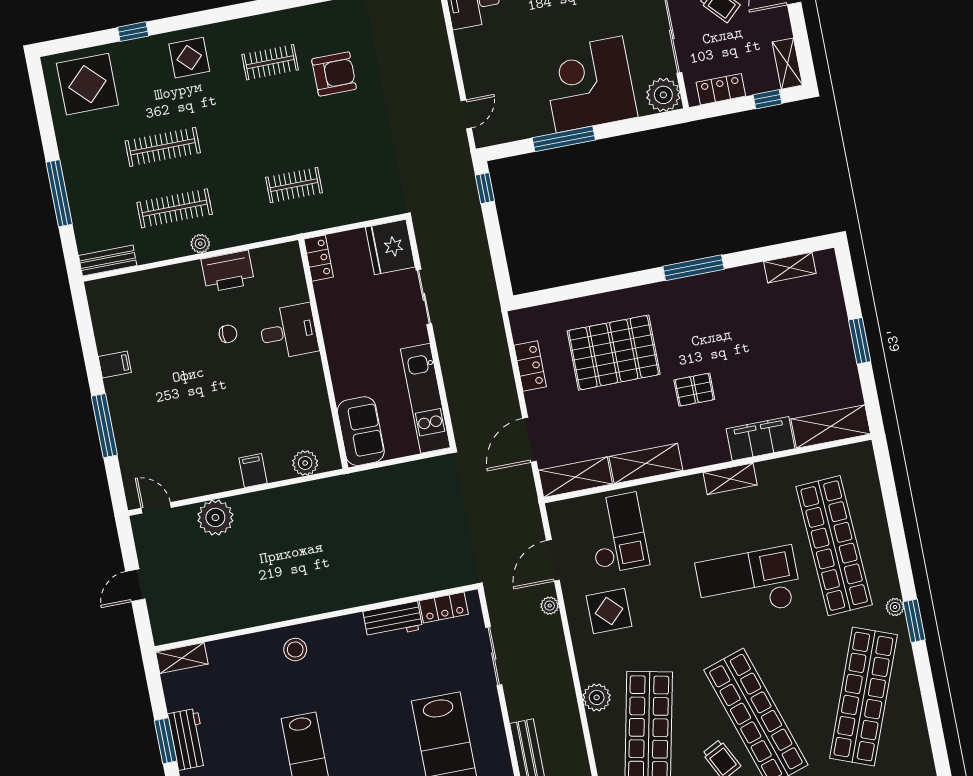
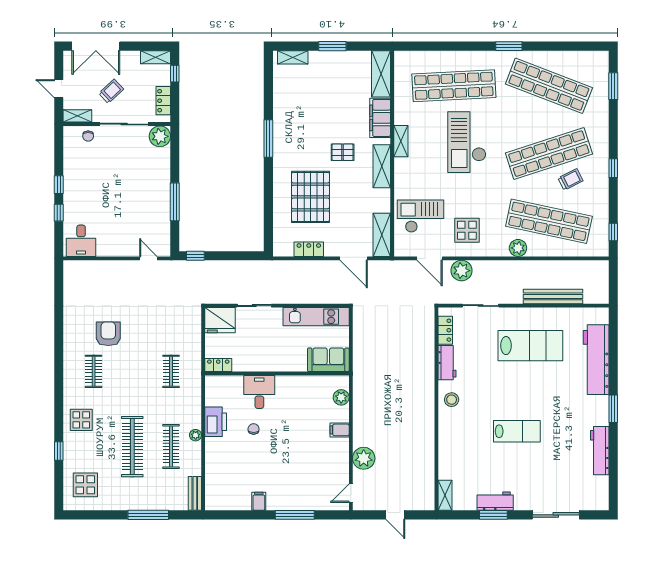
display table: (87, 84) -> (85, 485), width x0.73, depth x0.73
corner desk: (589, 84) -> (145, 180), removed
clothes rail: (163, 147) -> (132, 447), width x1.37, depth x1.31
shelving: (790, 268) -> (293, 57), moved, turned 90
pallet: (694, 390) -> (343, 152), turned 90
shelving: (646, 464) -> (382, 166), moved
plant: (550, 606) -> (462, 271), width x1.87, depth x1.87
plant: (895, 607) -> (498, 56), removed
stool: (295, 649) -> (452, 400), moved

